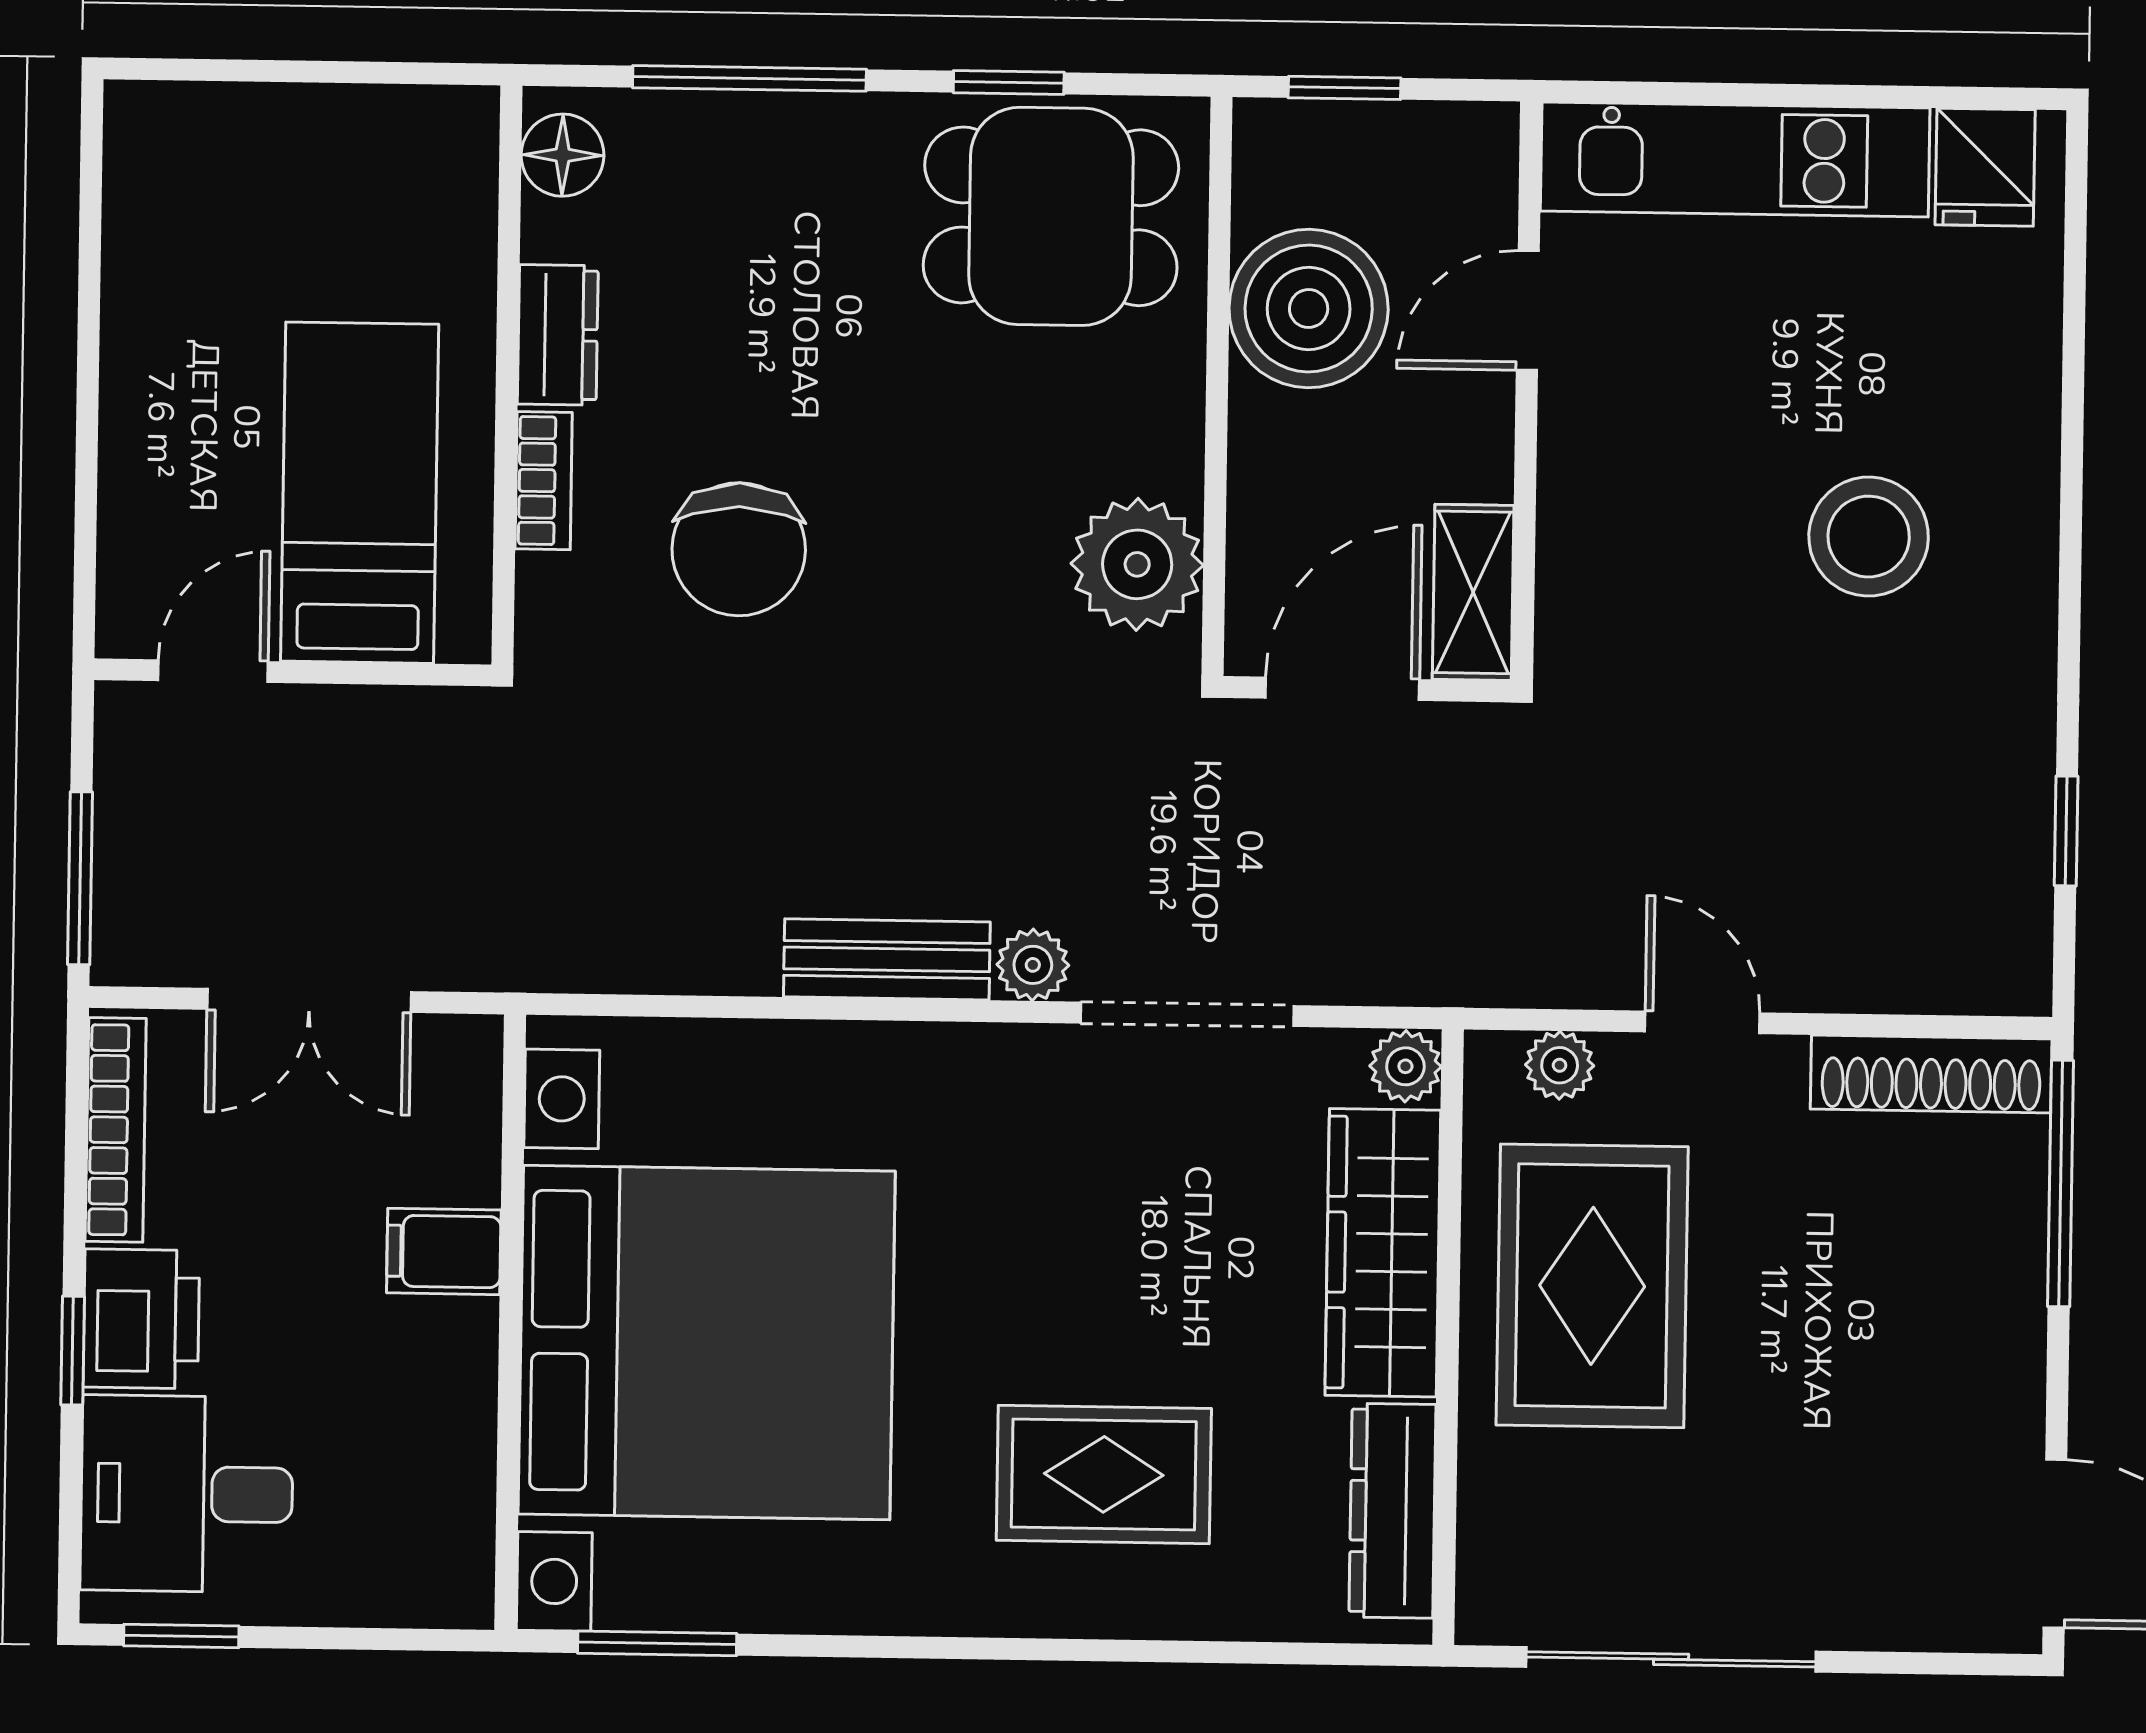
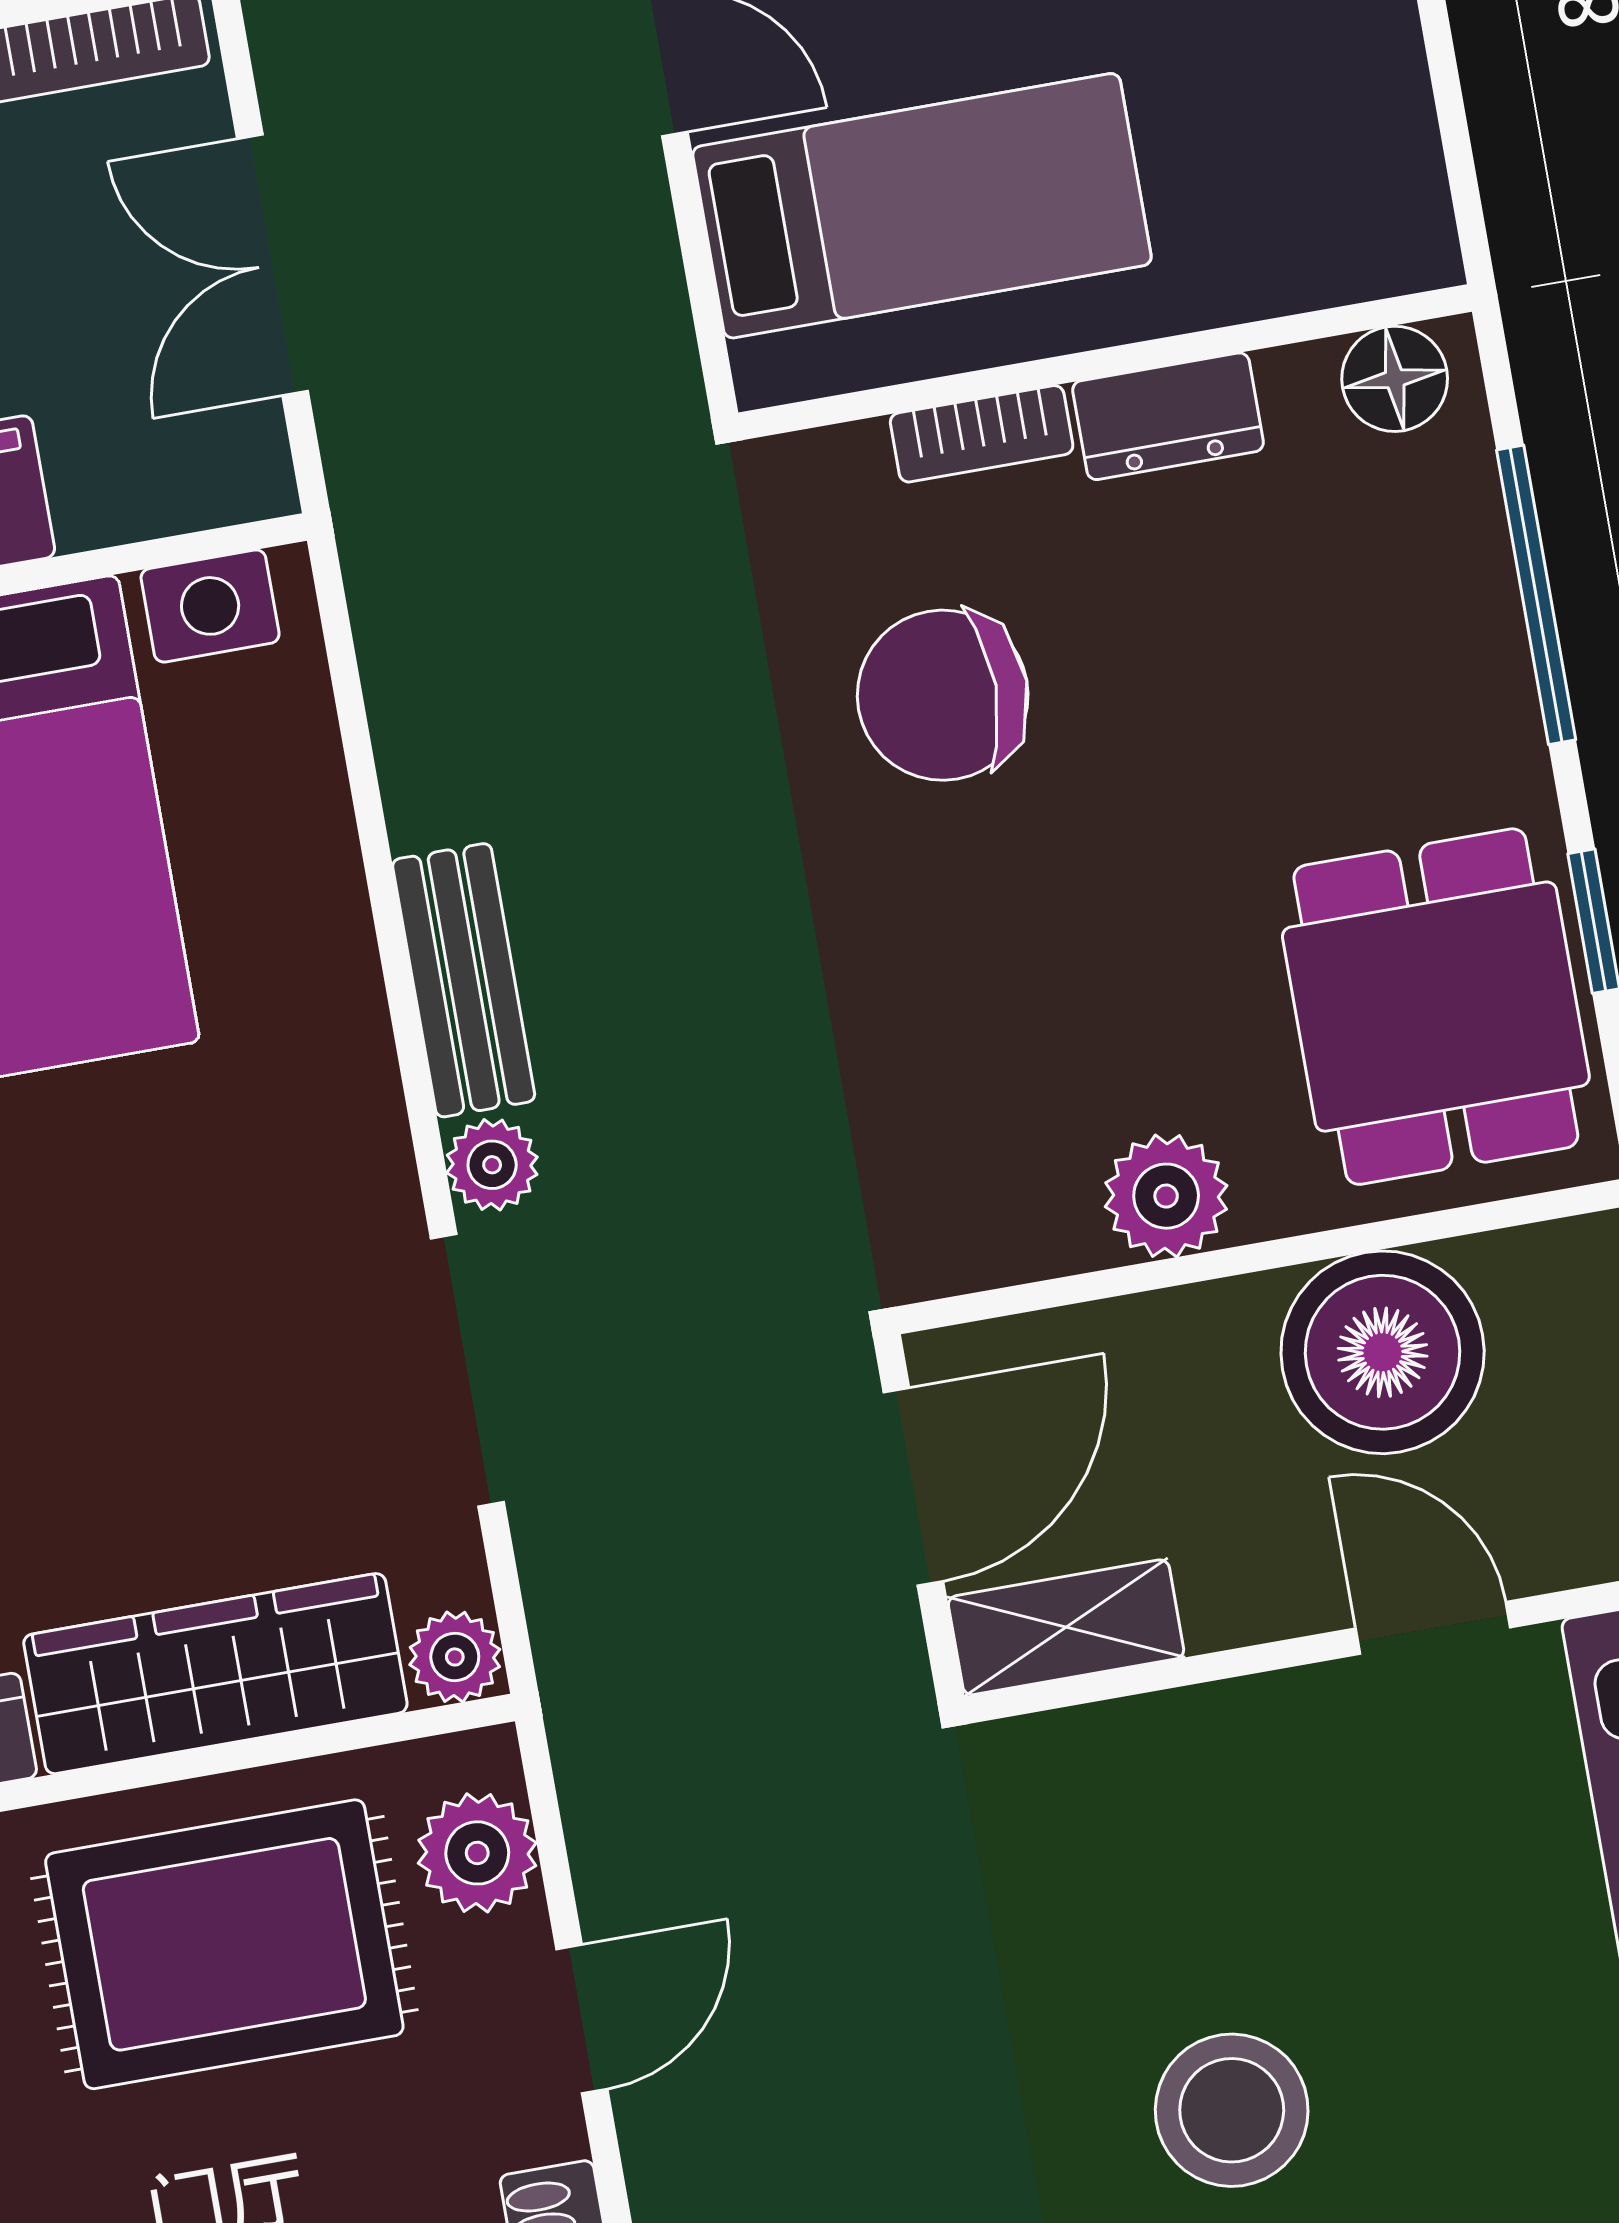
plant: (1137, 564) -> (1166, 1196), moved, width x0.73, depth x0.73
door: (1342, 689) -> (913, 1487), hinge flipped
plant: (1560, 1065) -> (477, 1853), width x1.38, depth x1.38

